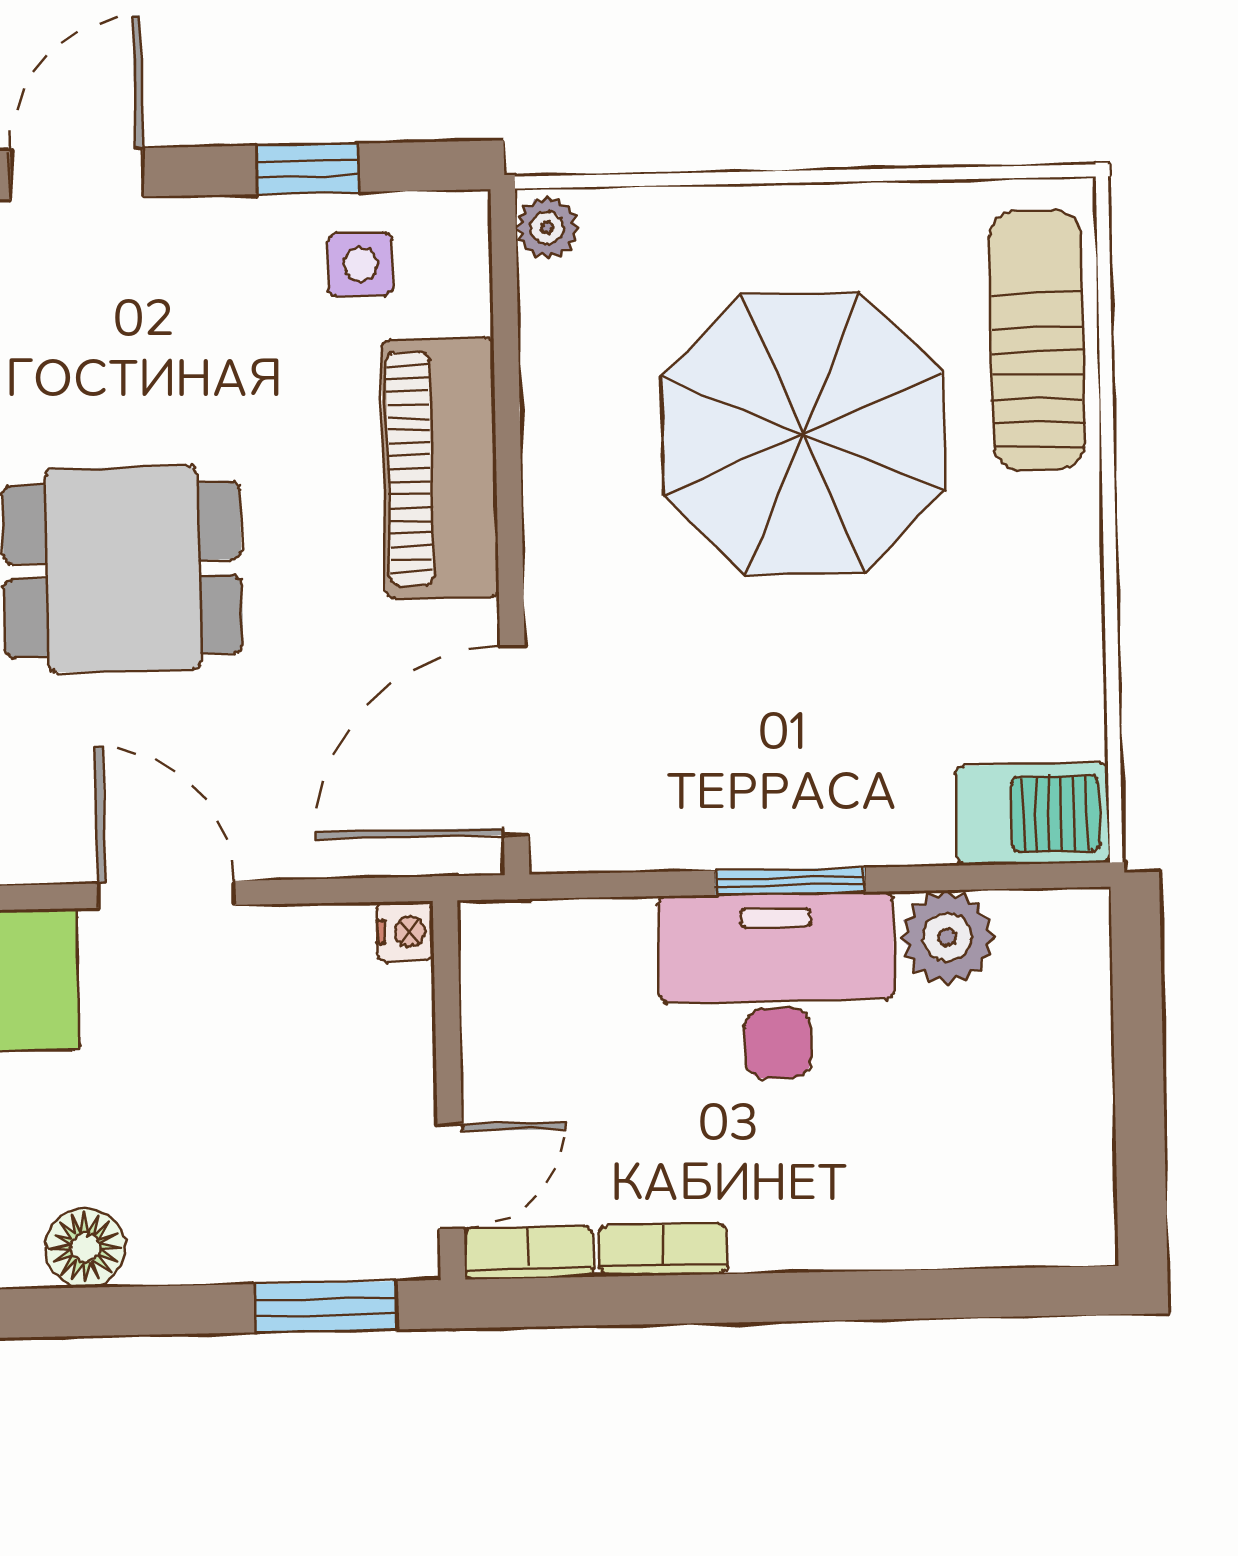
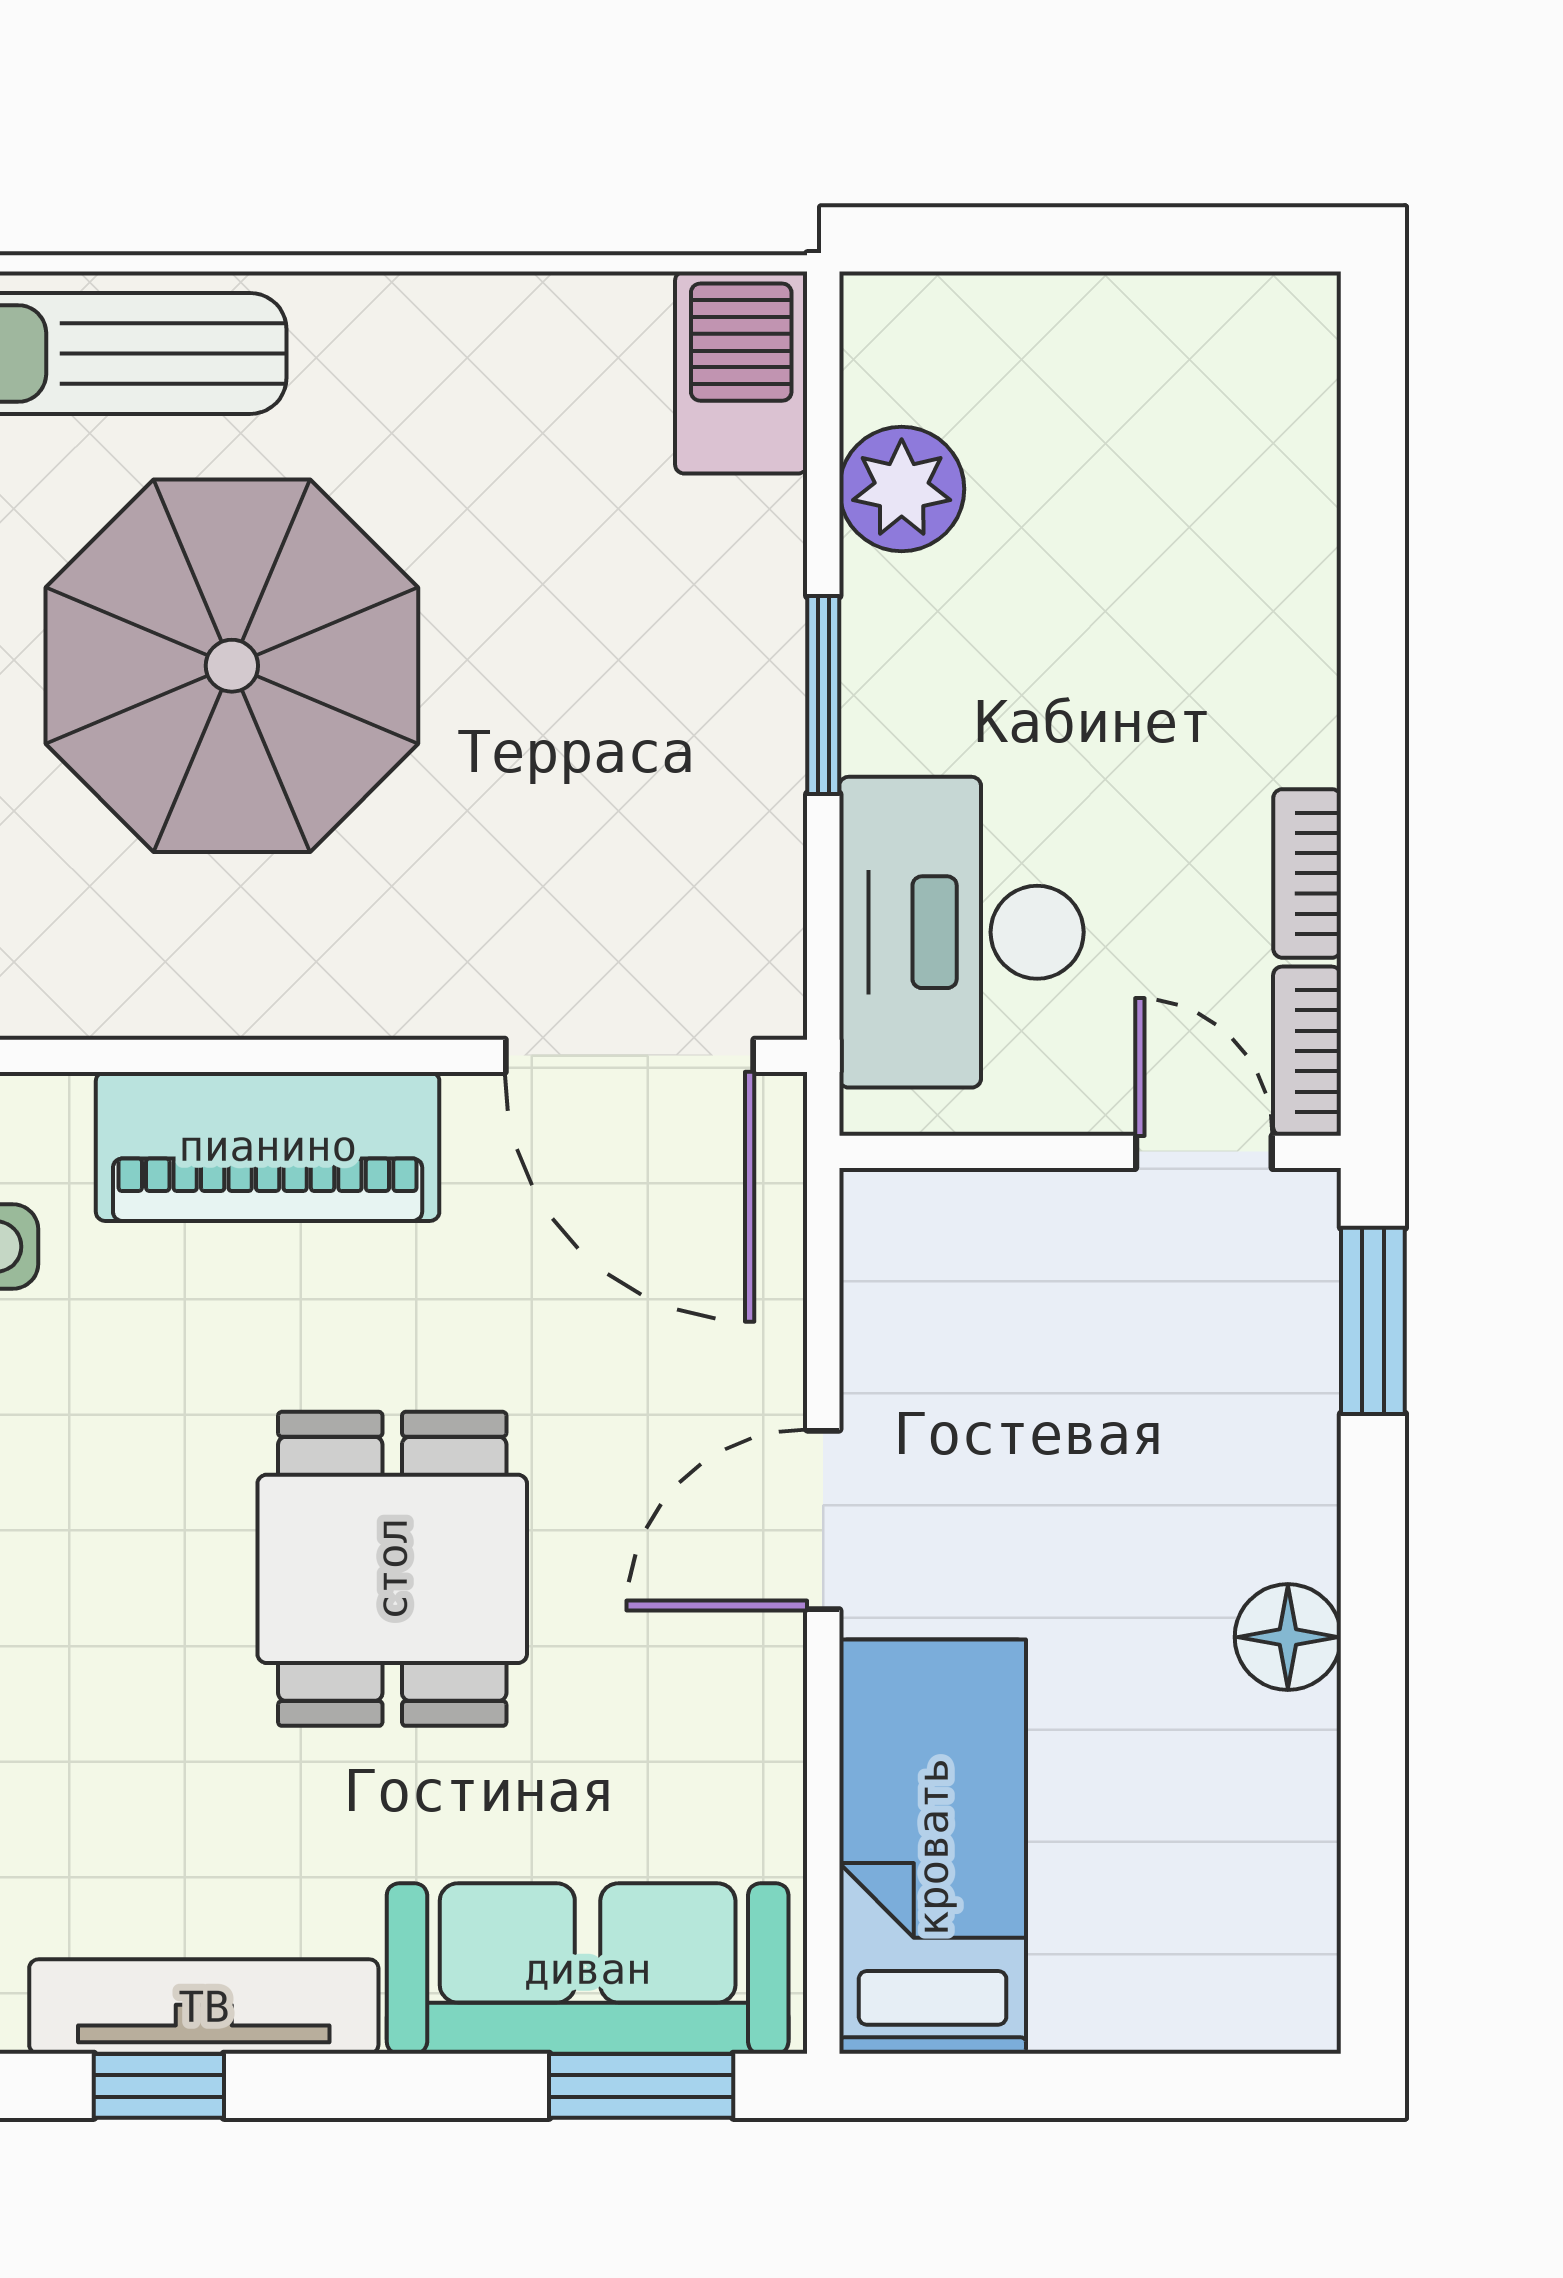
nightstand: (405, 931) -> (879, 1205), removed
desk: (777, 986) -> (961, 932), moved

